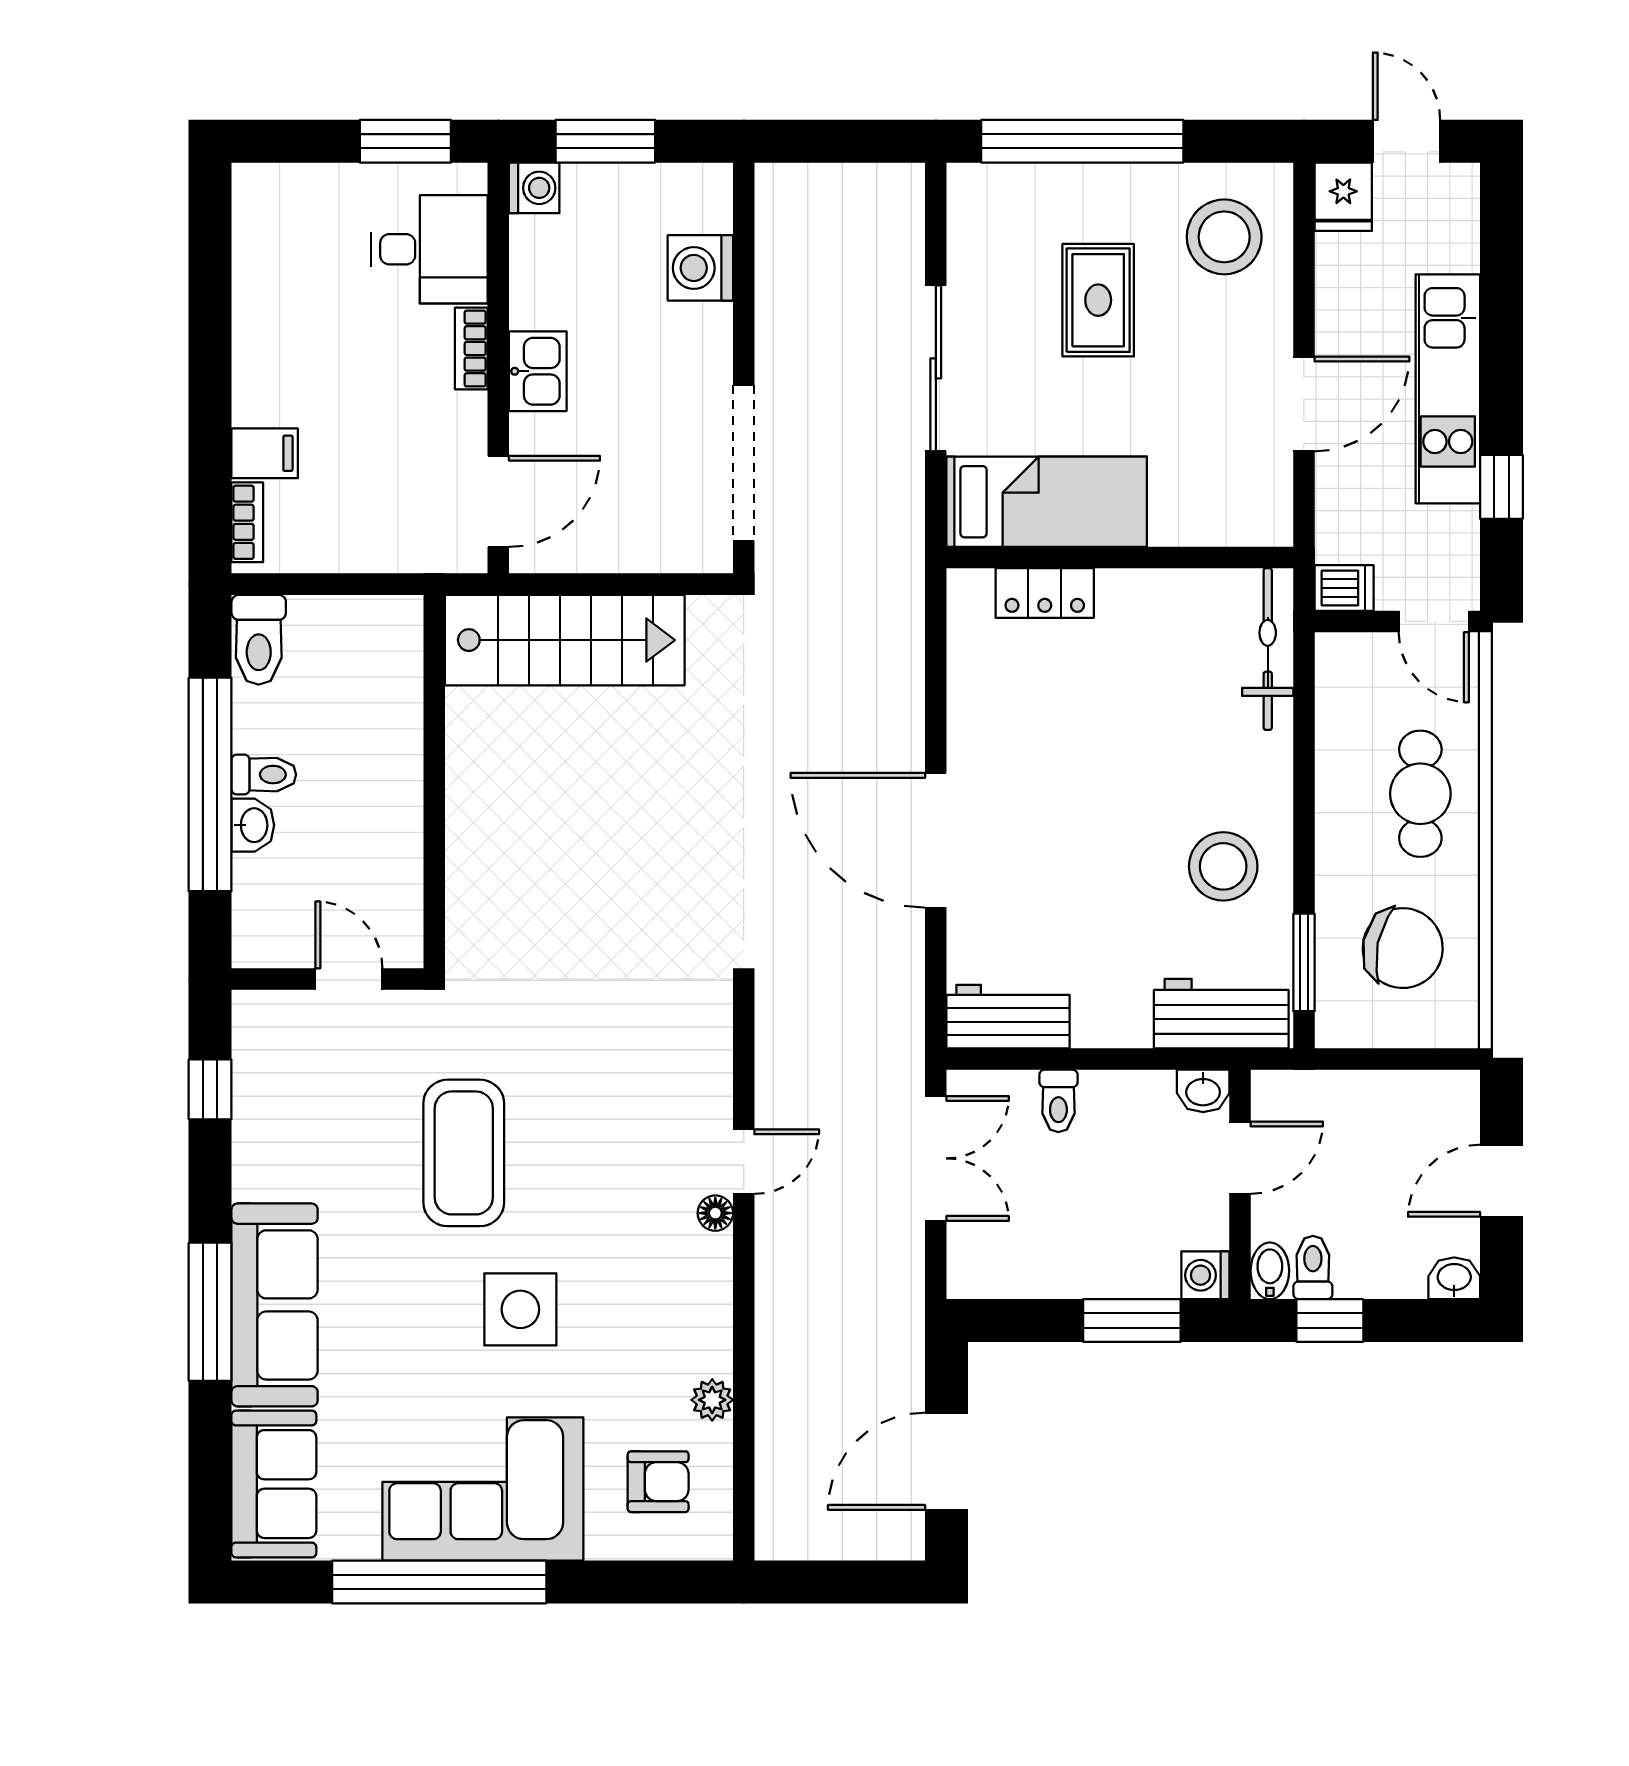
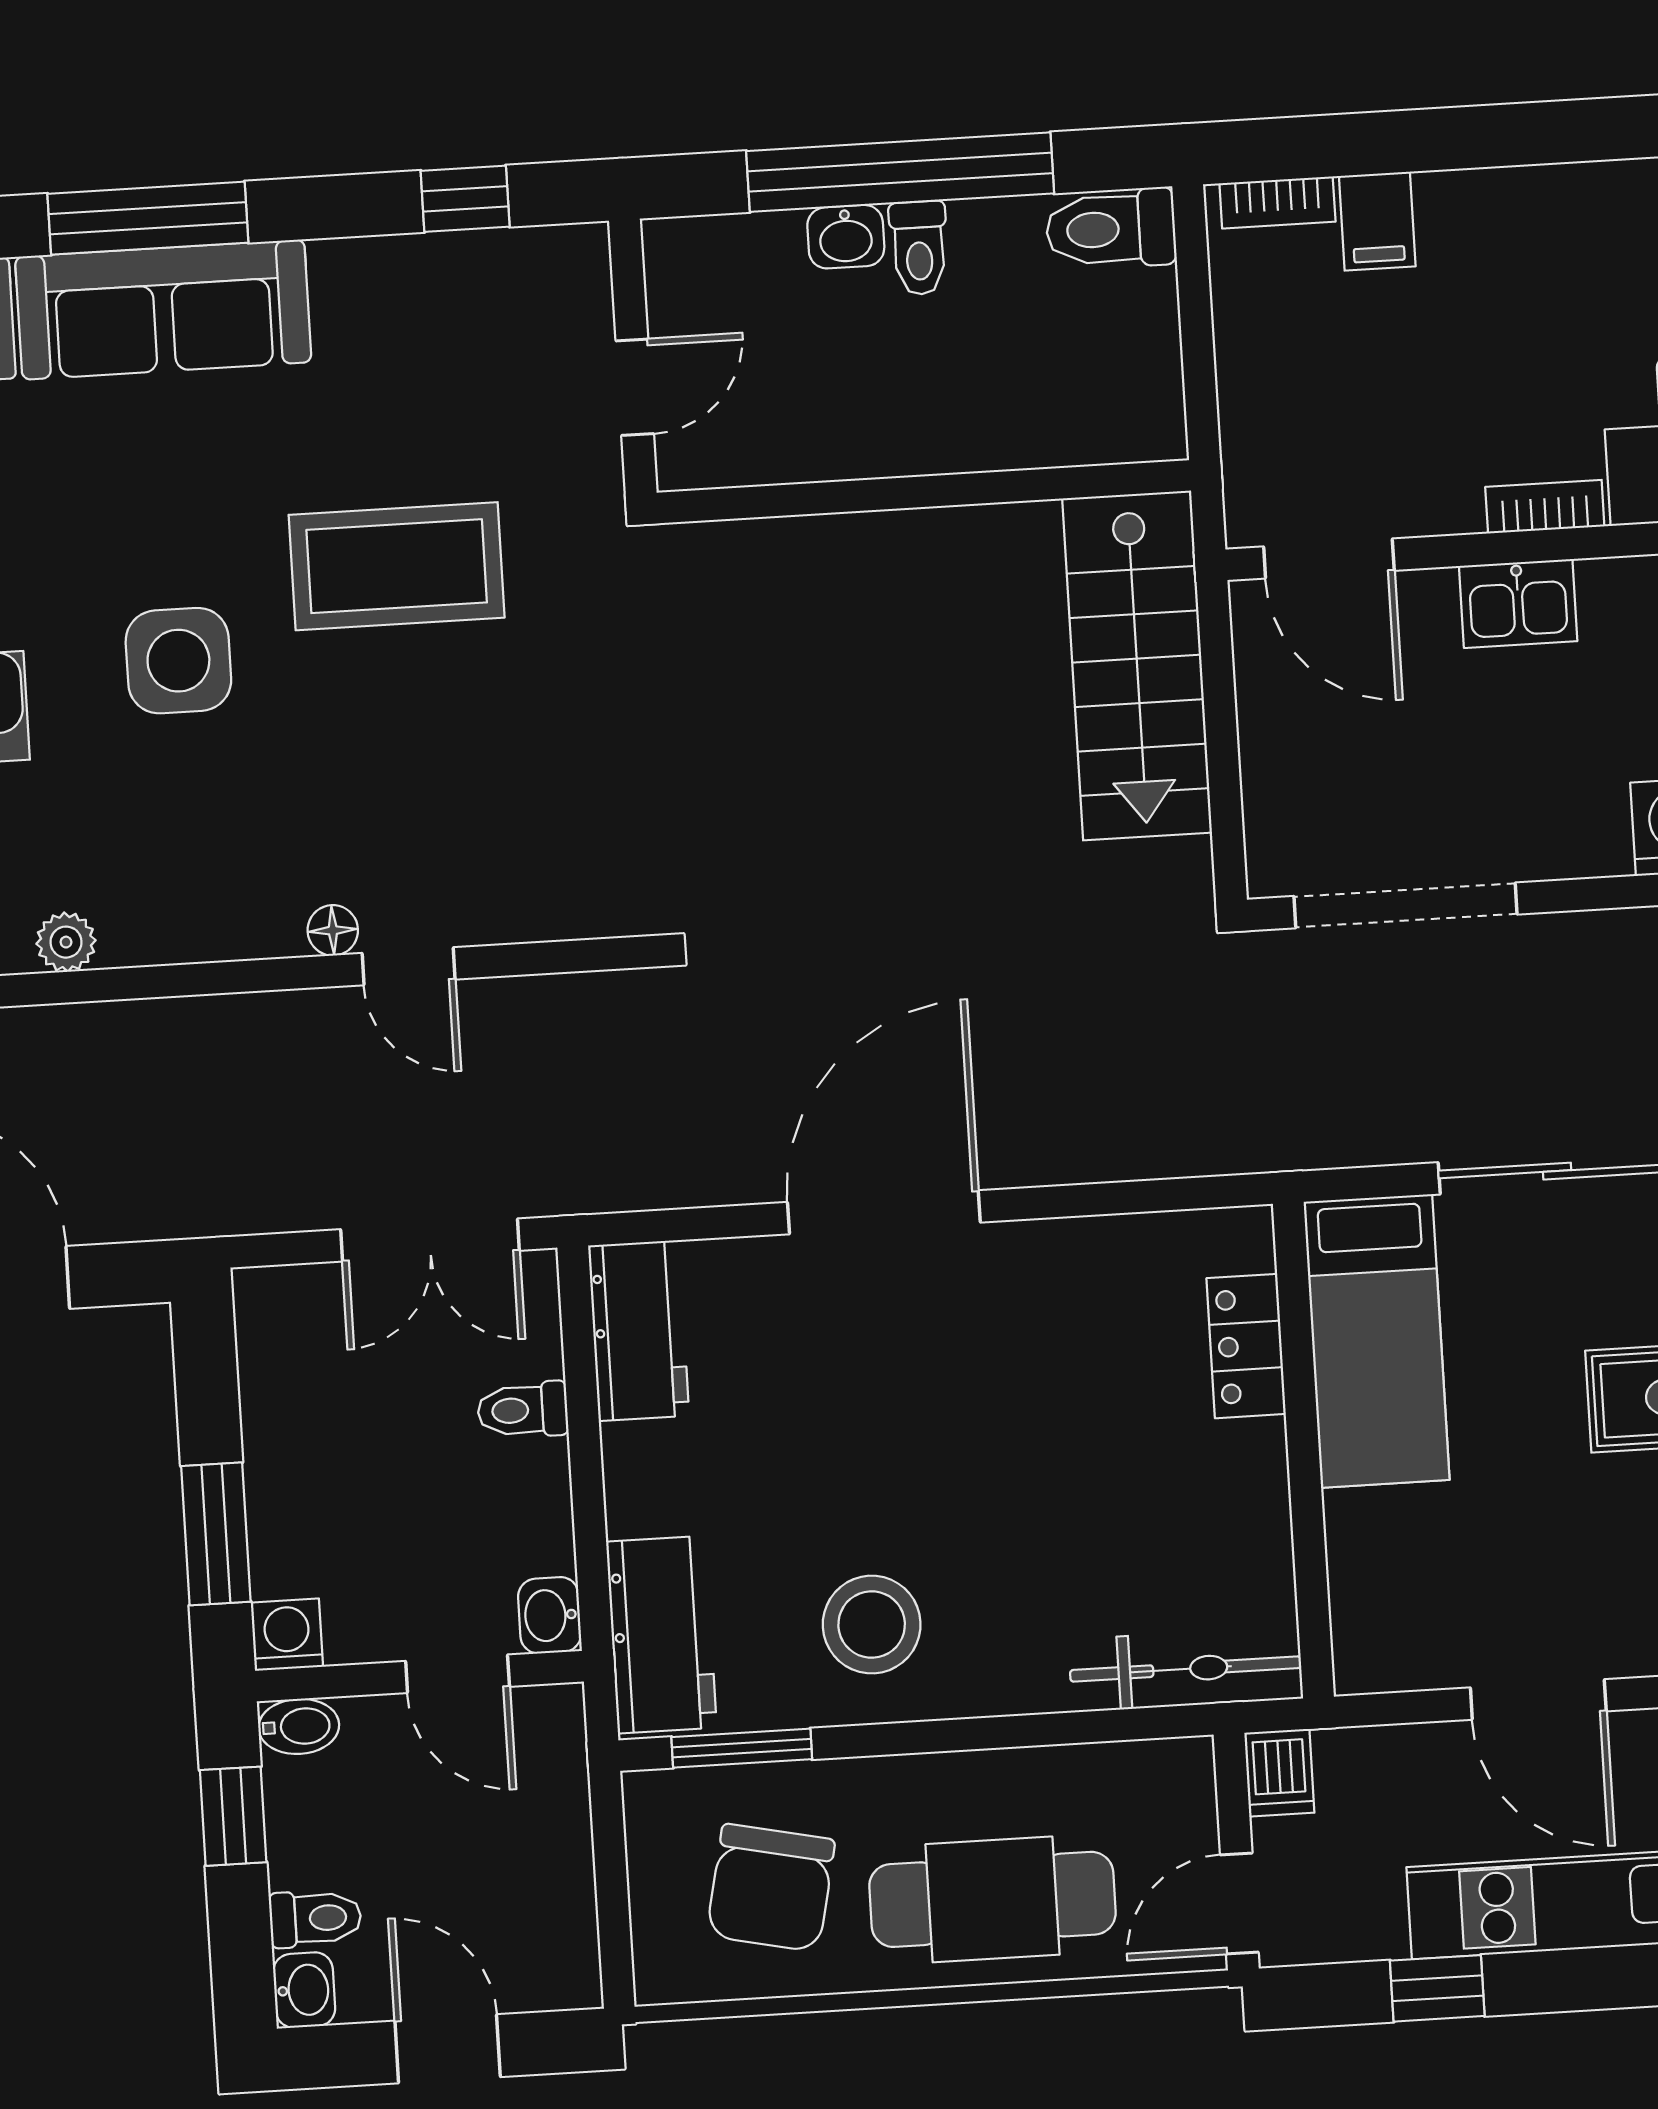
cafe table: (1420, 794) -> (992, 1899), width x1.37, depth x1.35
toilet: (1313, 1267) -> (315, 1918), moved

